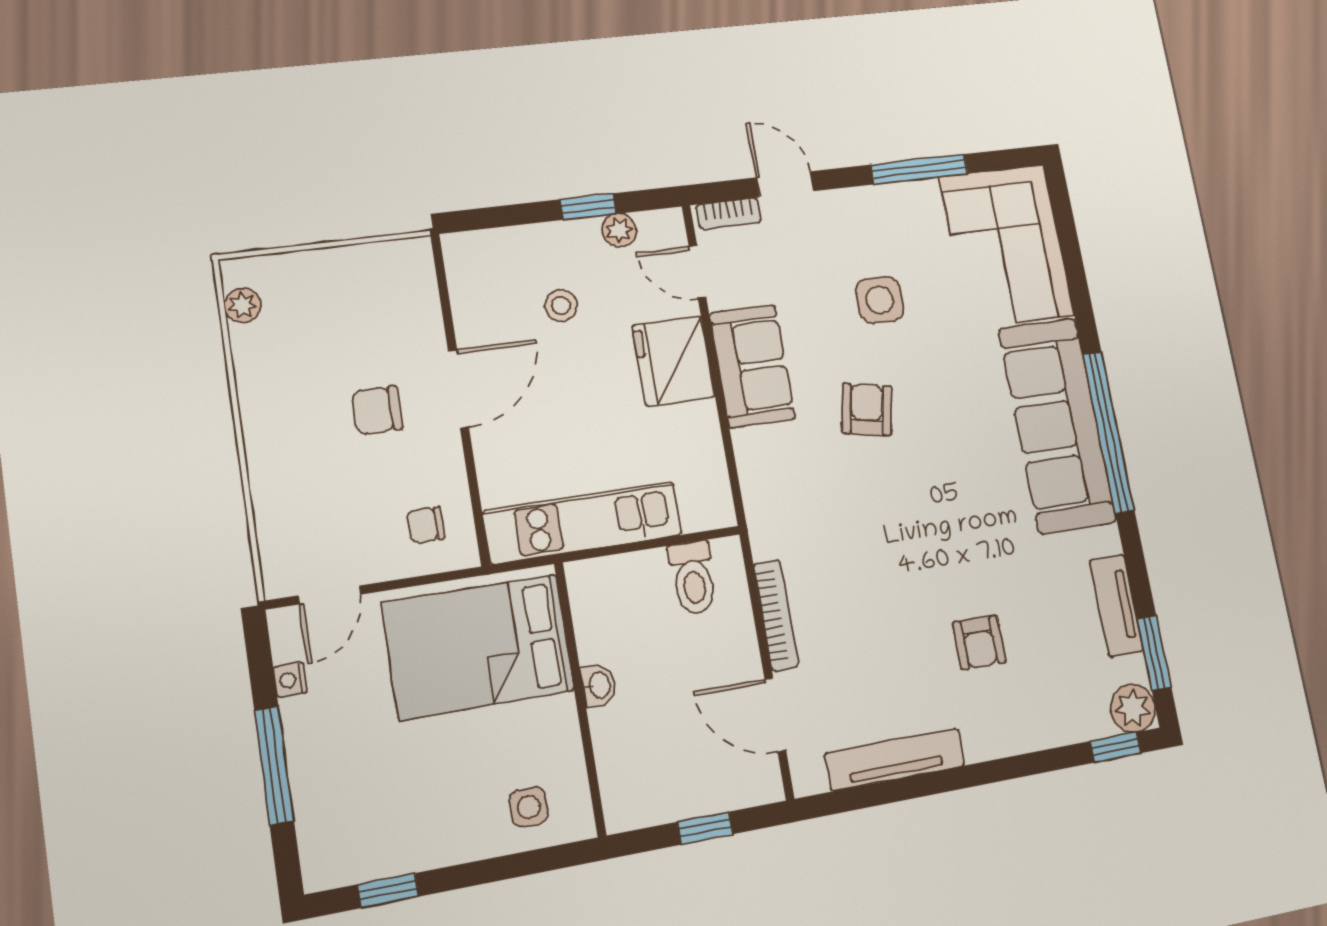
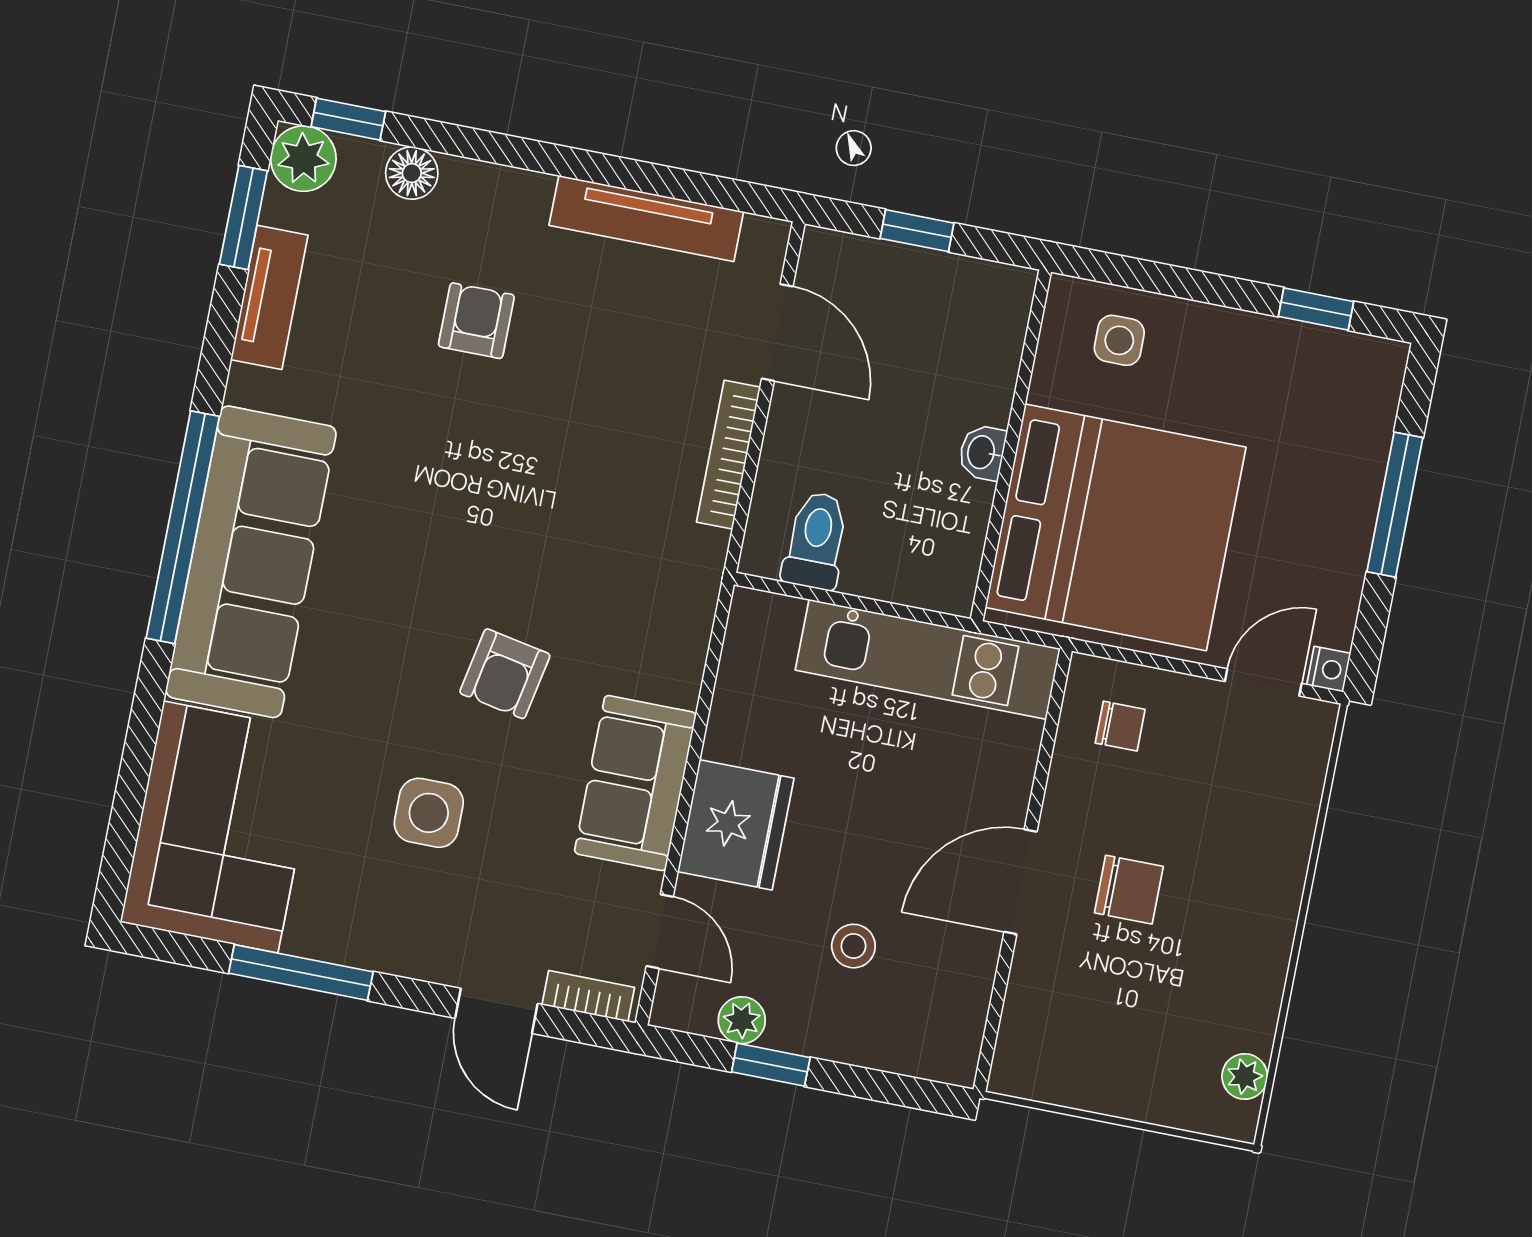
bed: (478, 647) -> (1116, 527), width x1.36
nightstand: (290, 680) -> (1329, 669), moved
floor lamp: (1061, 727) -> (412, 173), added

